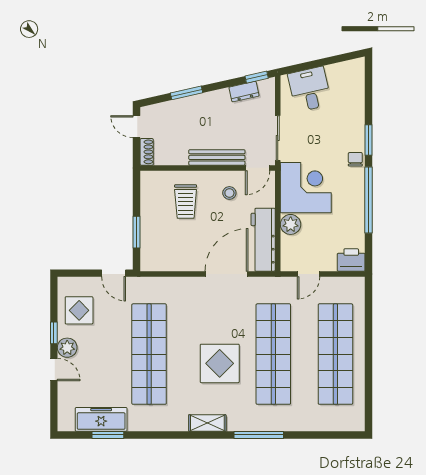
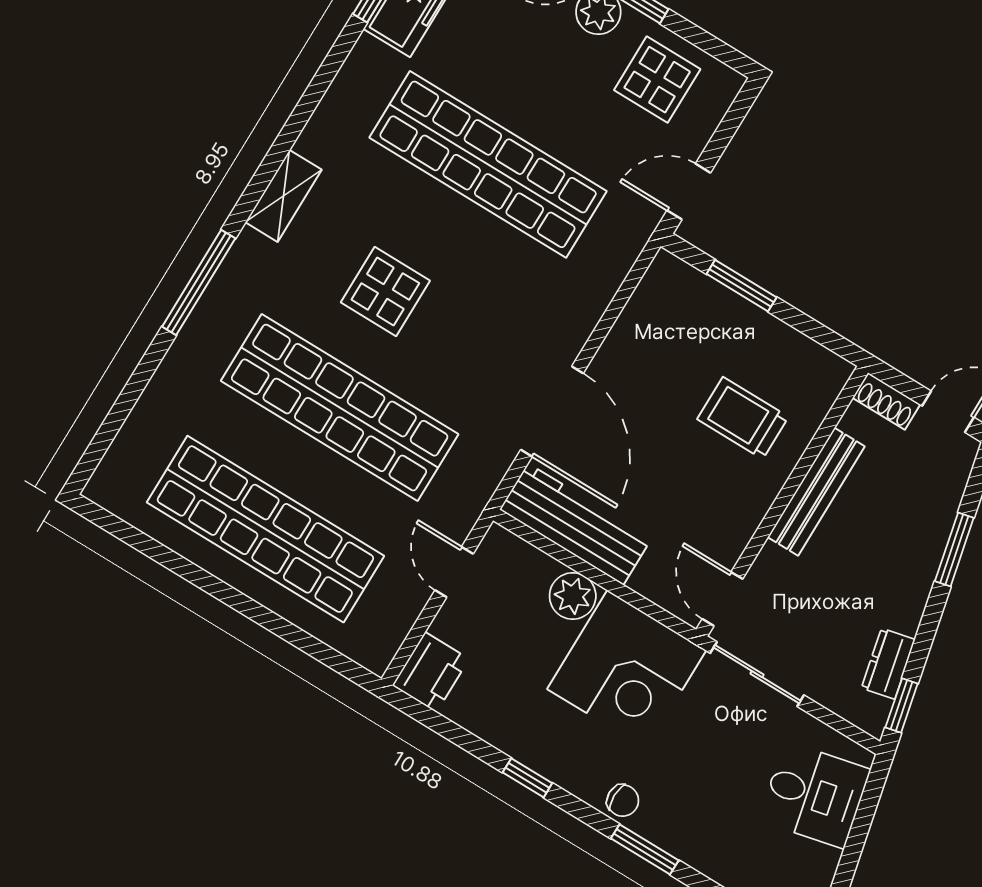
bench: (217, 157) -> (816, 492), moved
stool: (229, 193) -> (707, 514), removed
window: (368, 200) -> (527, 778), width x0.32
display table: (220, 363) -> (385, 291), width x0.73, depth x0.73

